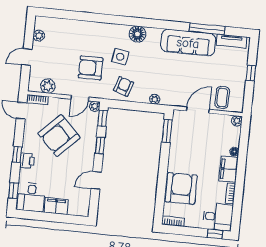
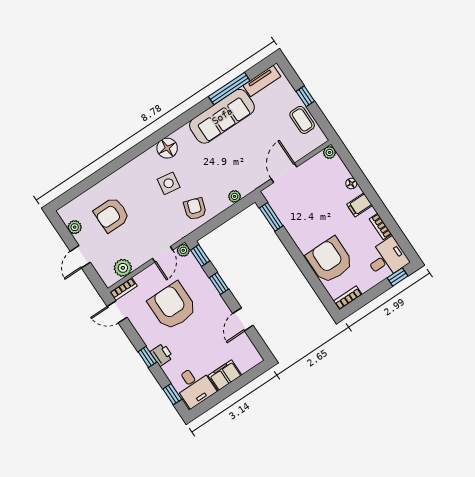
armchair: (91, 68) -> (112, 215), moved
coffee table: (222, 97) -> (302, 120), moved
armchair: (59, 136) -> (172, 306), turned 135
filing cabinet: (229, 169) -> (360, 205), width x0.50

